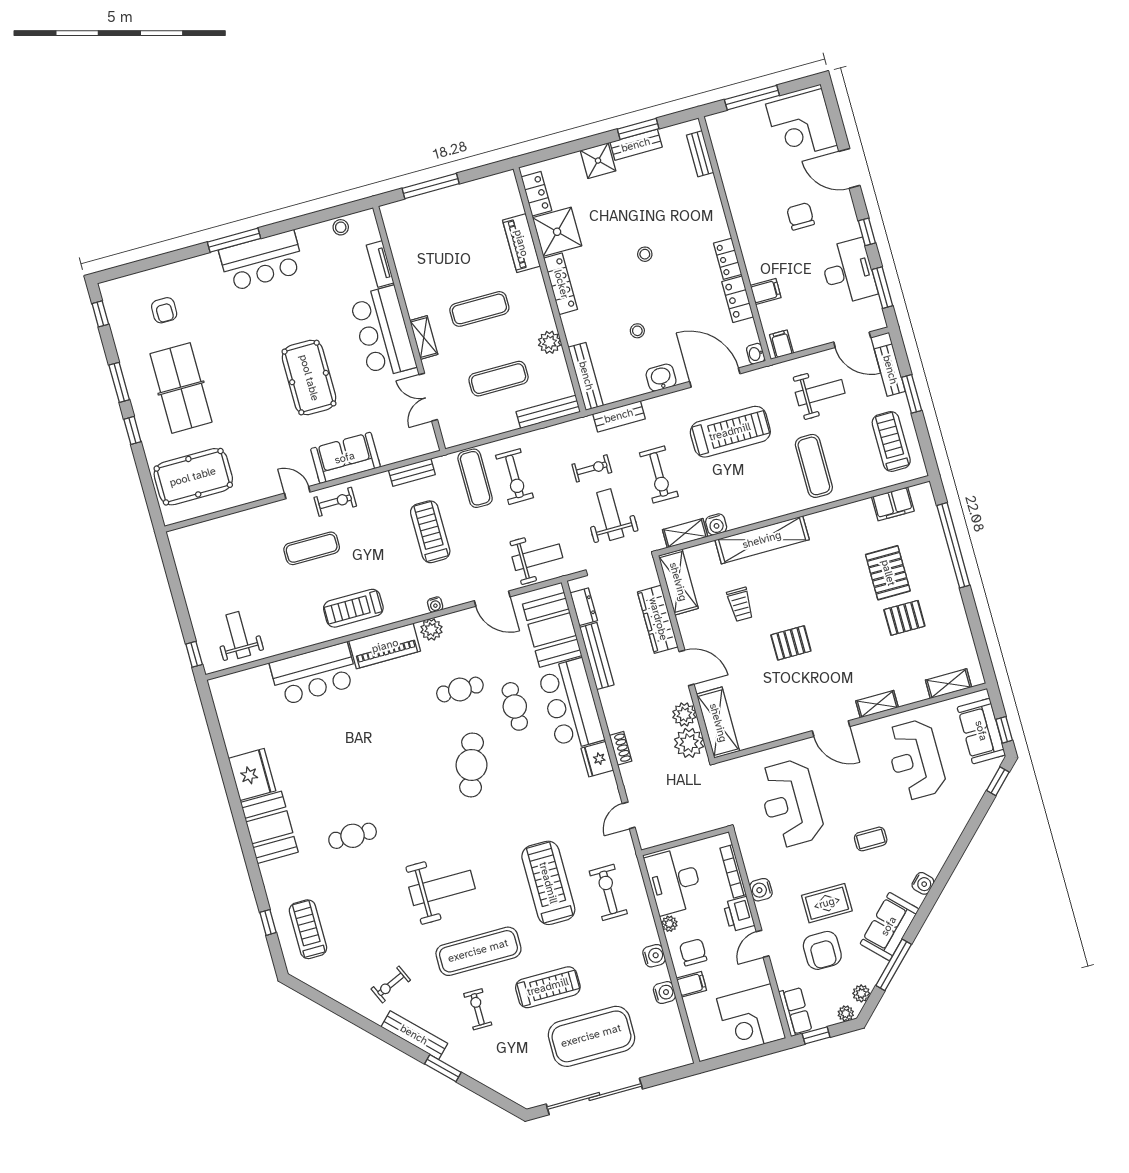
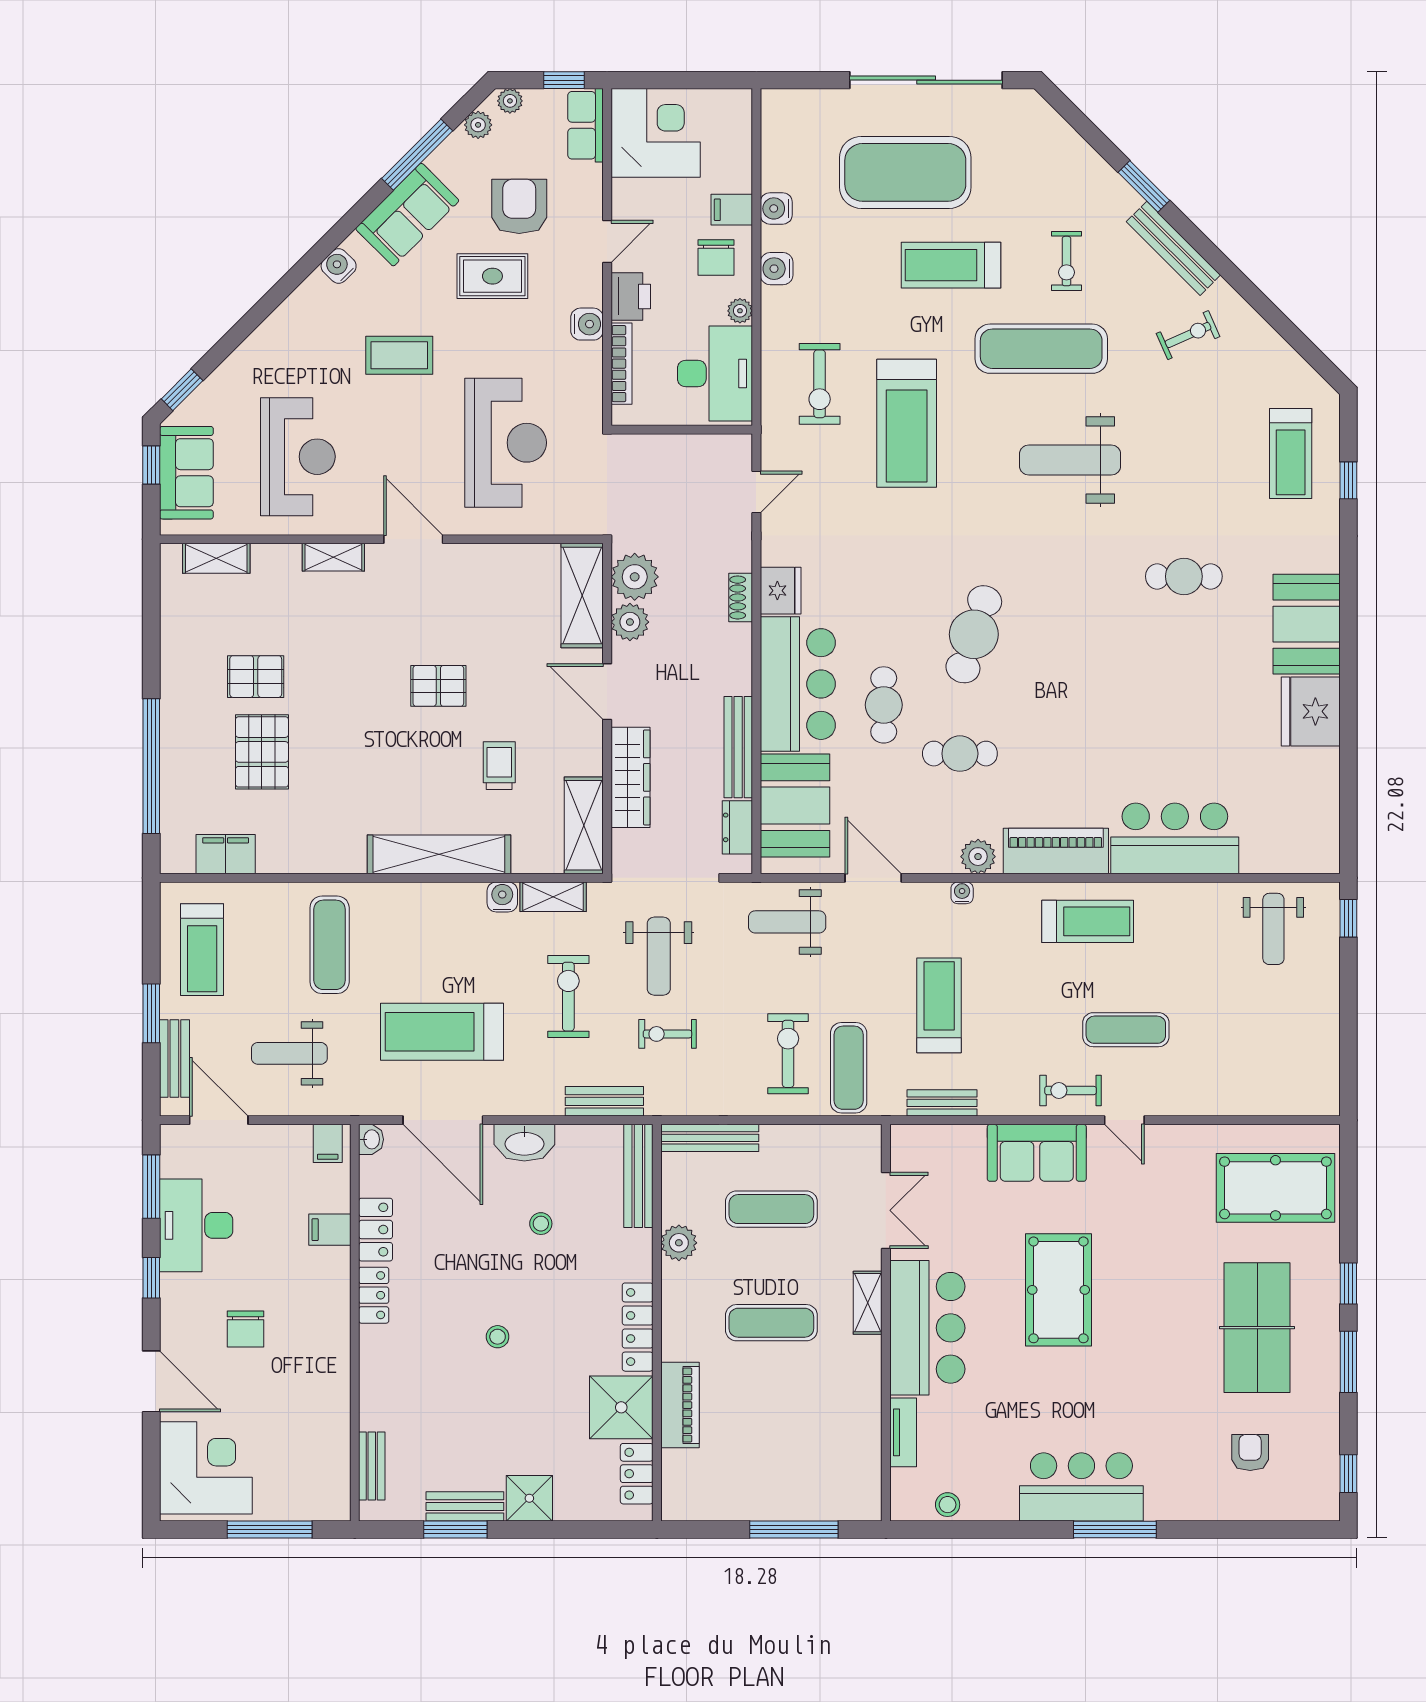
washbasin: (661, 378) -> (524, 1143), width x1.38
treadmill: (430, 532) -> (939, 1005), turned 180
coffee table: (871, 839) -> (399, 355), width x1.36, depth x1.30

